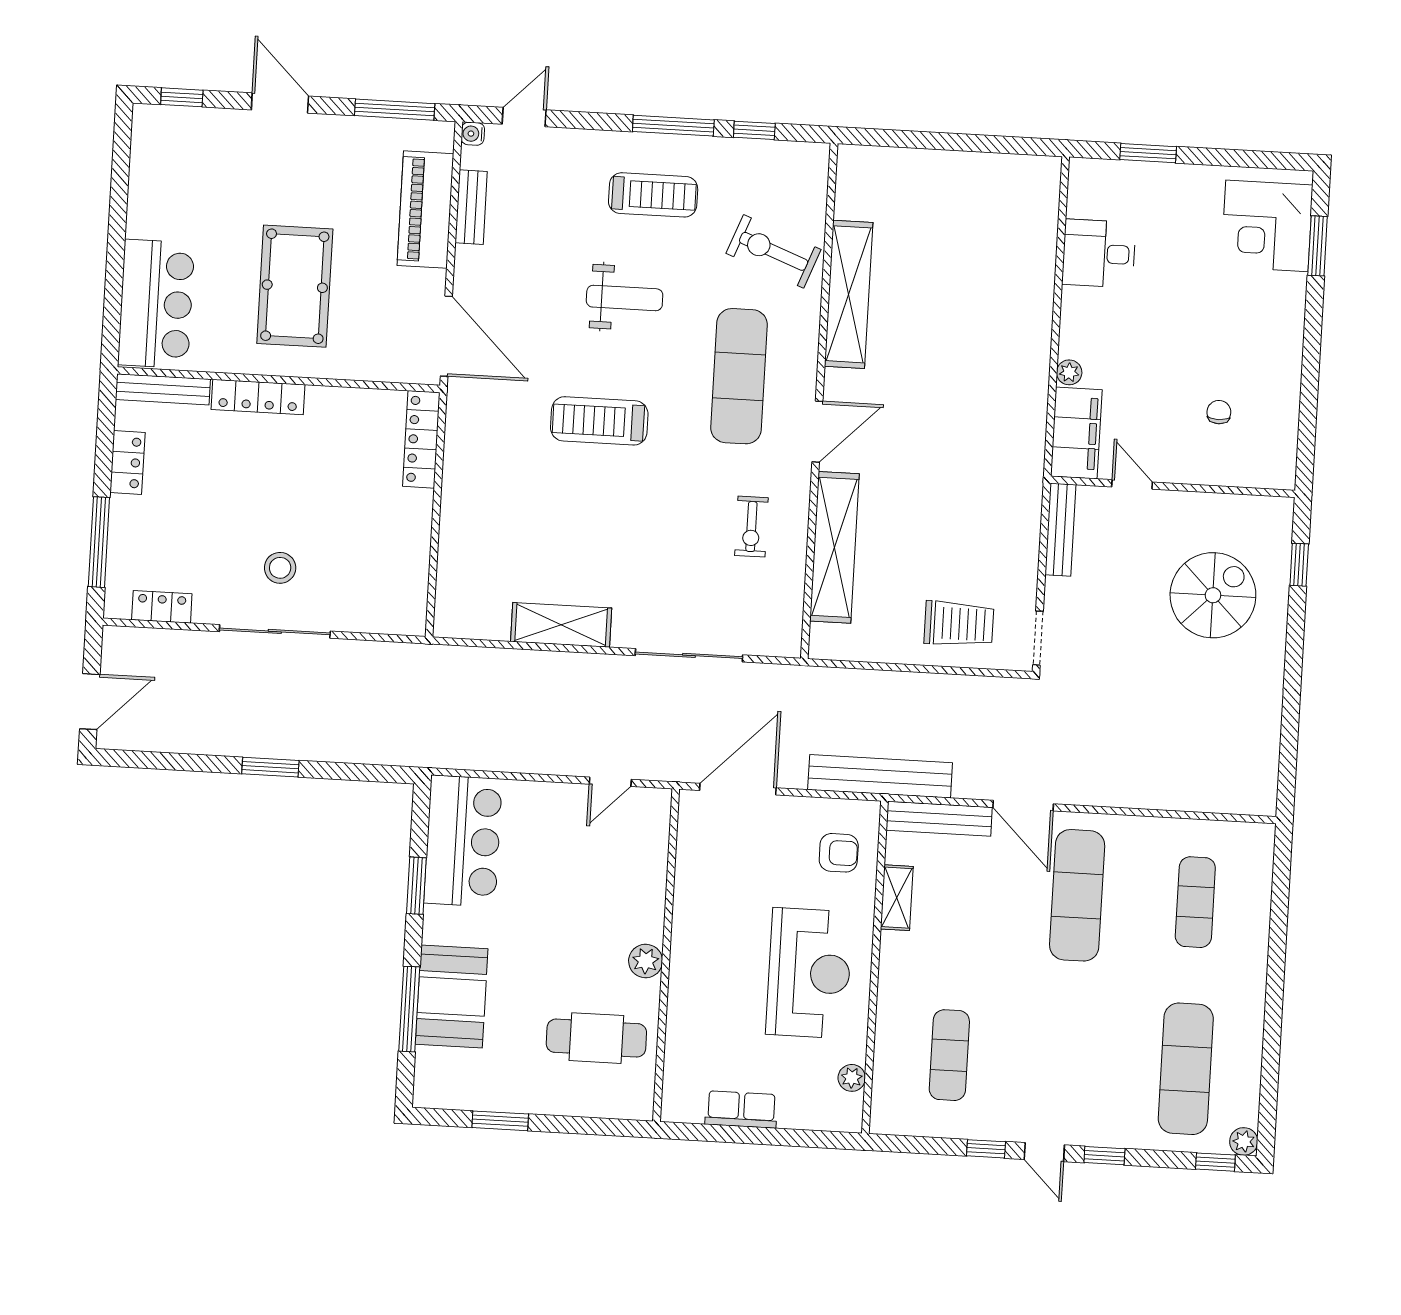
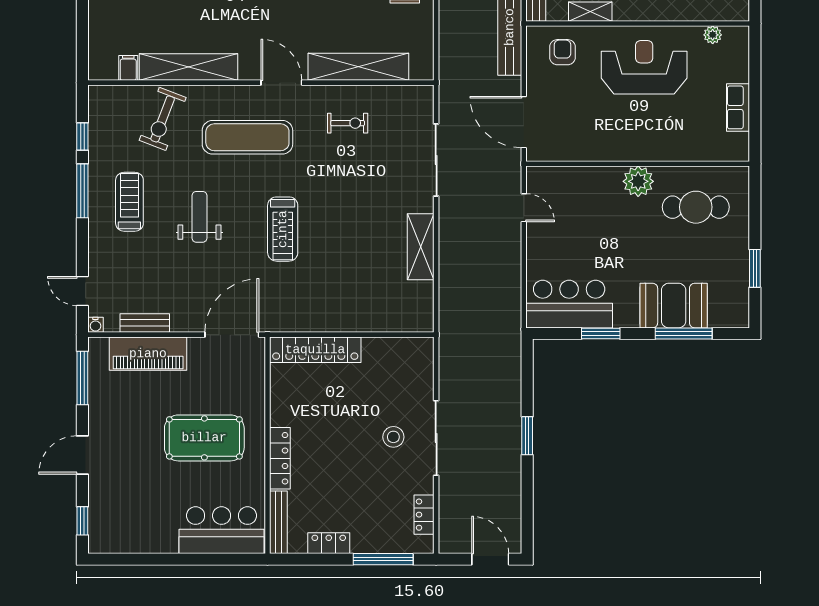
filing cabinet: (852, 205) -> (128, 68), added
locker: (421, 439) -> (315, 350), width x1.41, depth x1.21
plant: (646, 961) -> (638, 181), width x1.36, depth x1.36
cafe table: (596, 1038) -> (696, 207), turned 90

